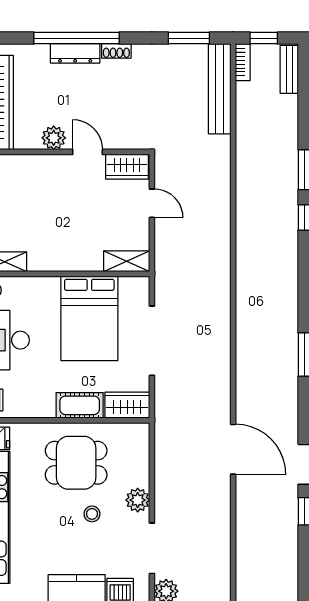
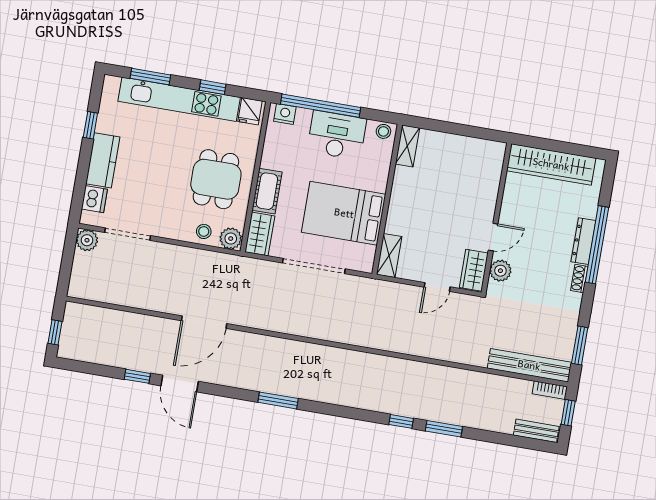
plant: (54, 138) -> (500, 271), moved
plant: (138, 500) -> (231, 239), moved
stool: (92, 514) -> (204, 231), moved

